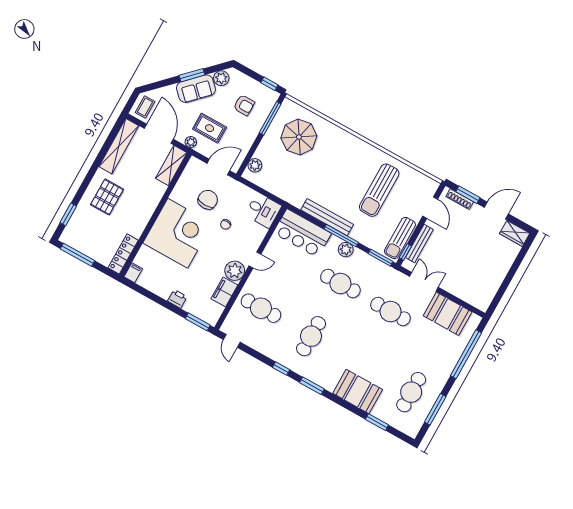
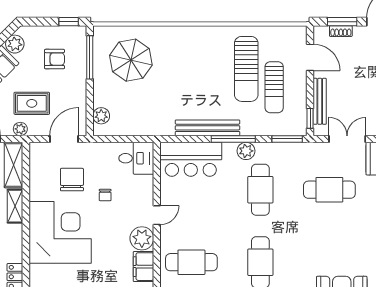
shelving: (156, 196) -> (15, 206), added
shoe rack: (460, 199) -> (341, 31), width x0.70
sun lounger: (400, 238) -> (274, 87), moved
cafe table: (340, 284) -> (260, 190), turned 90

